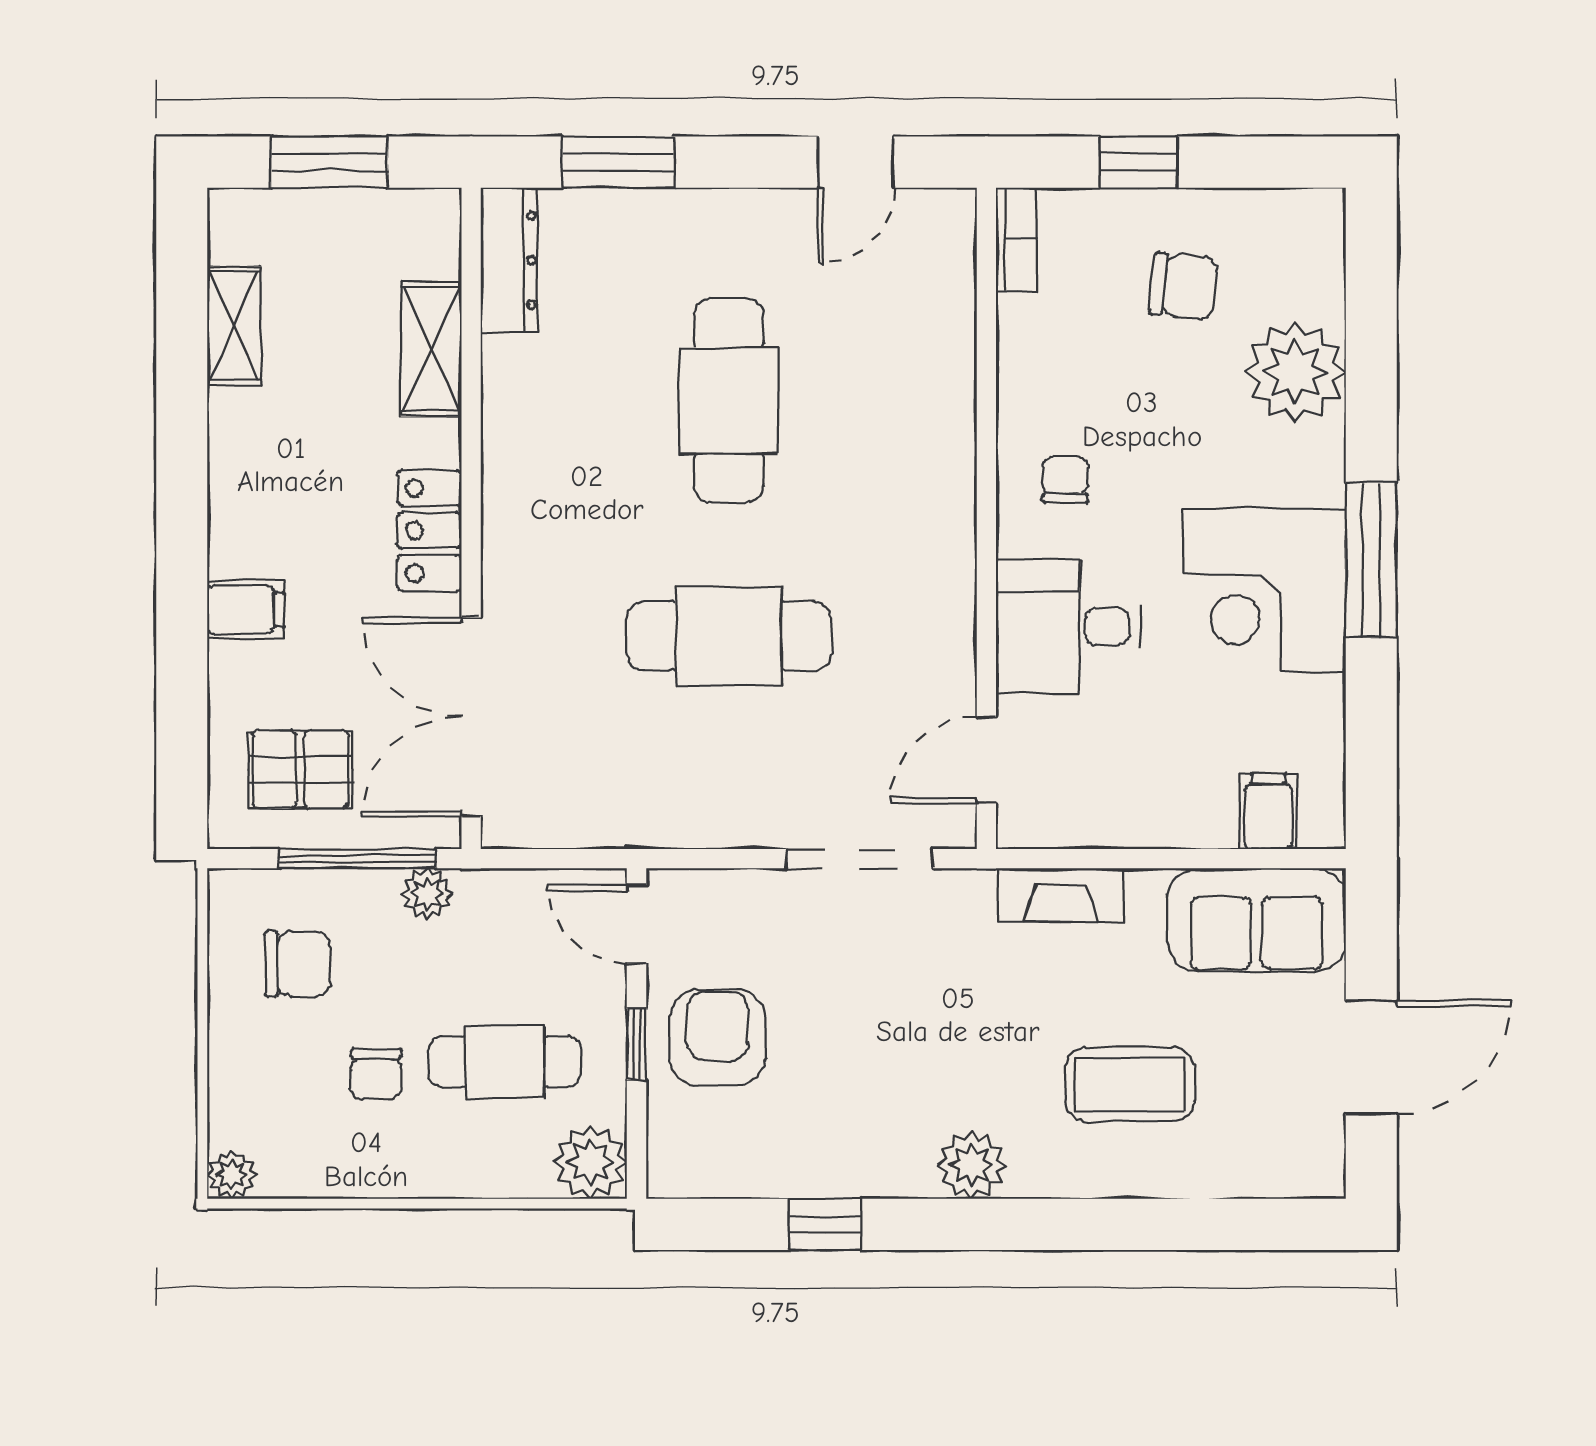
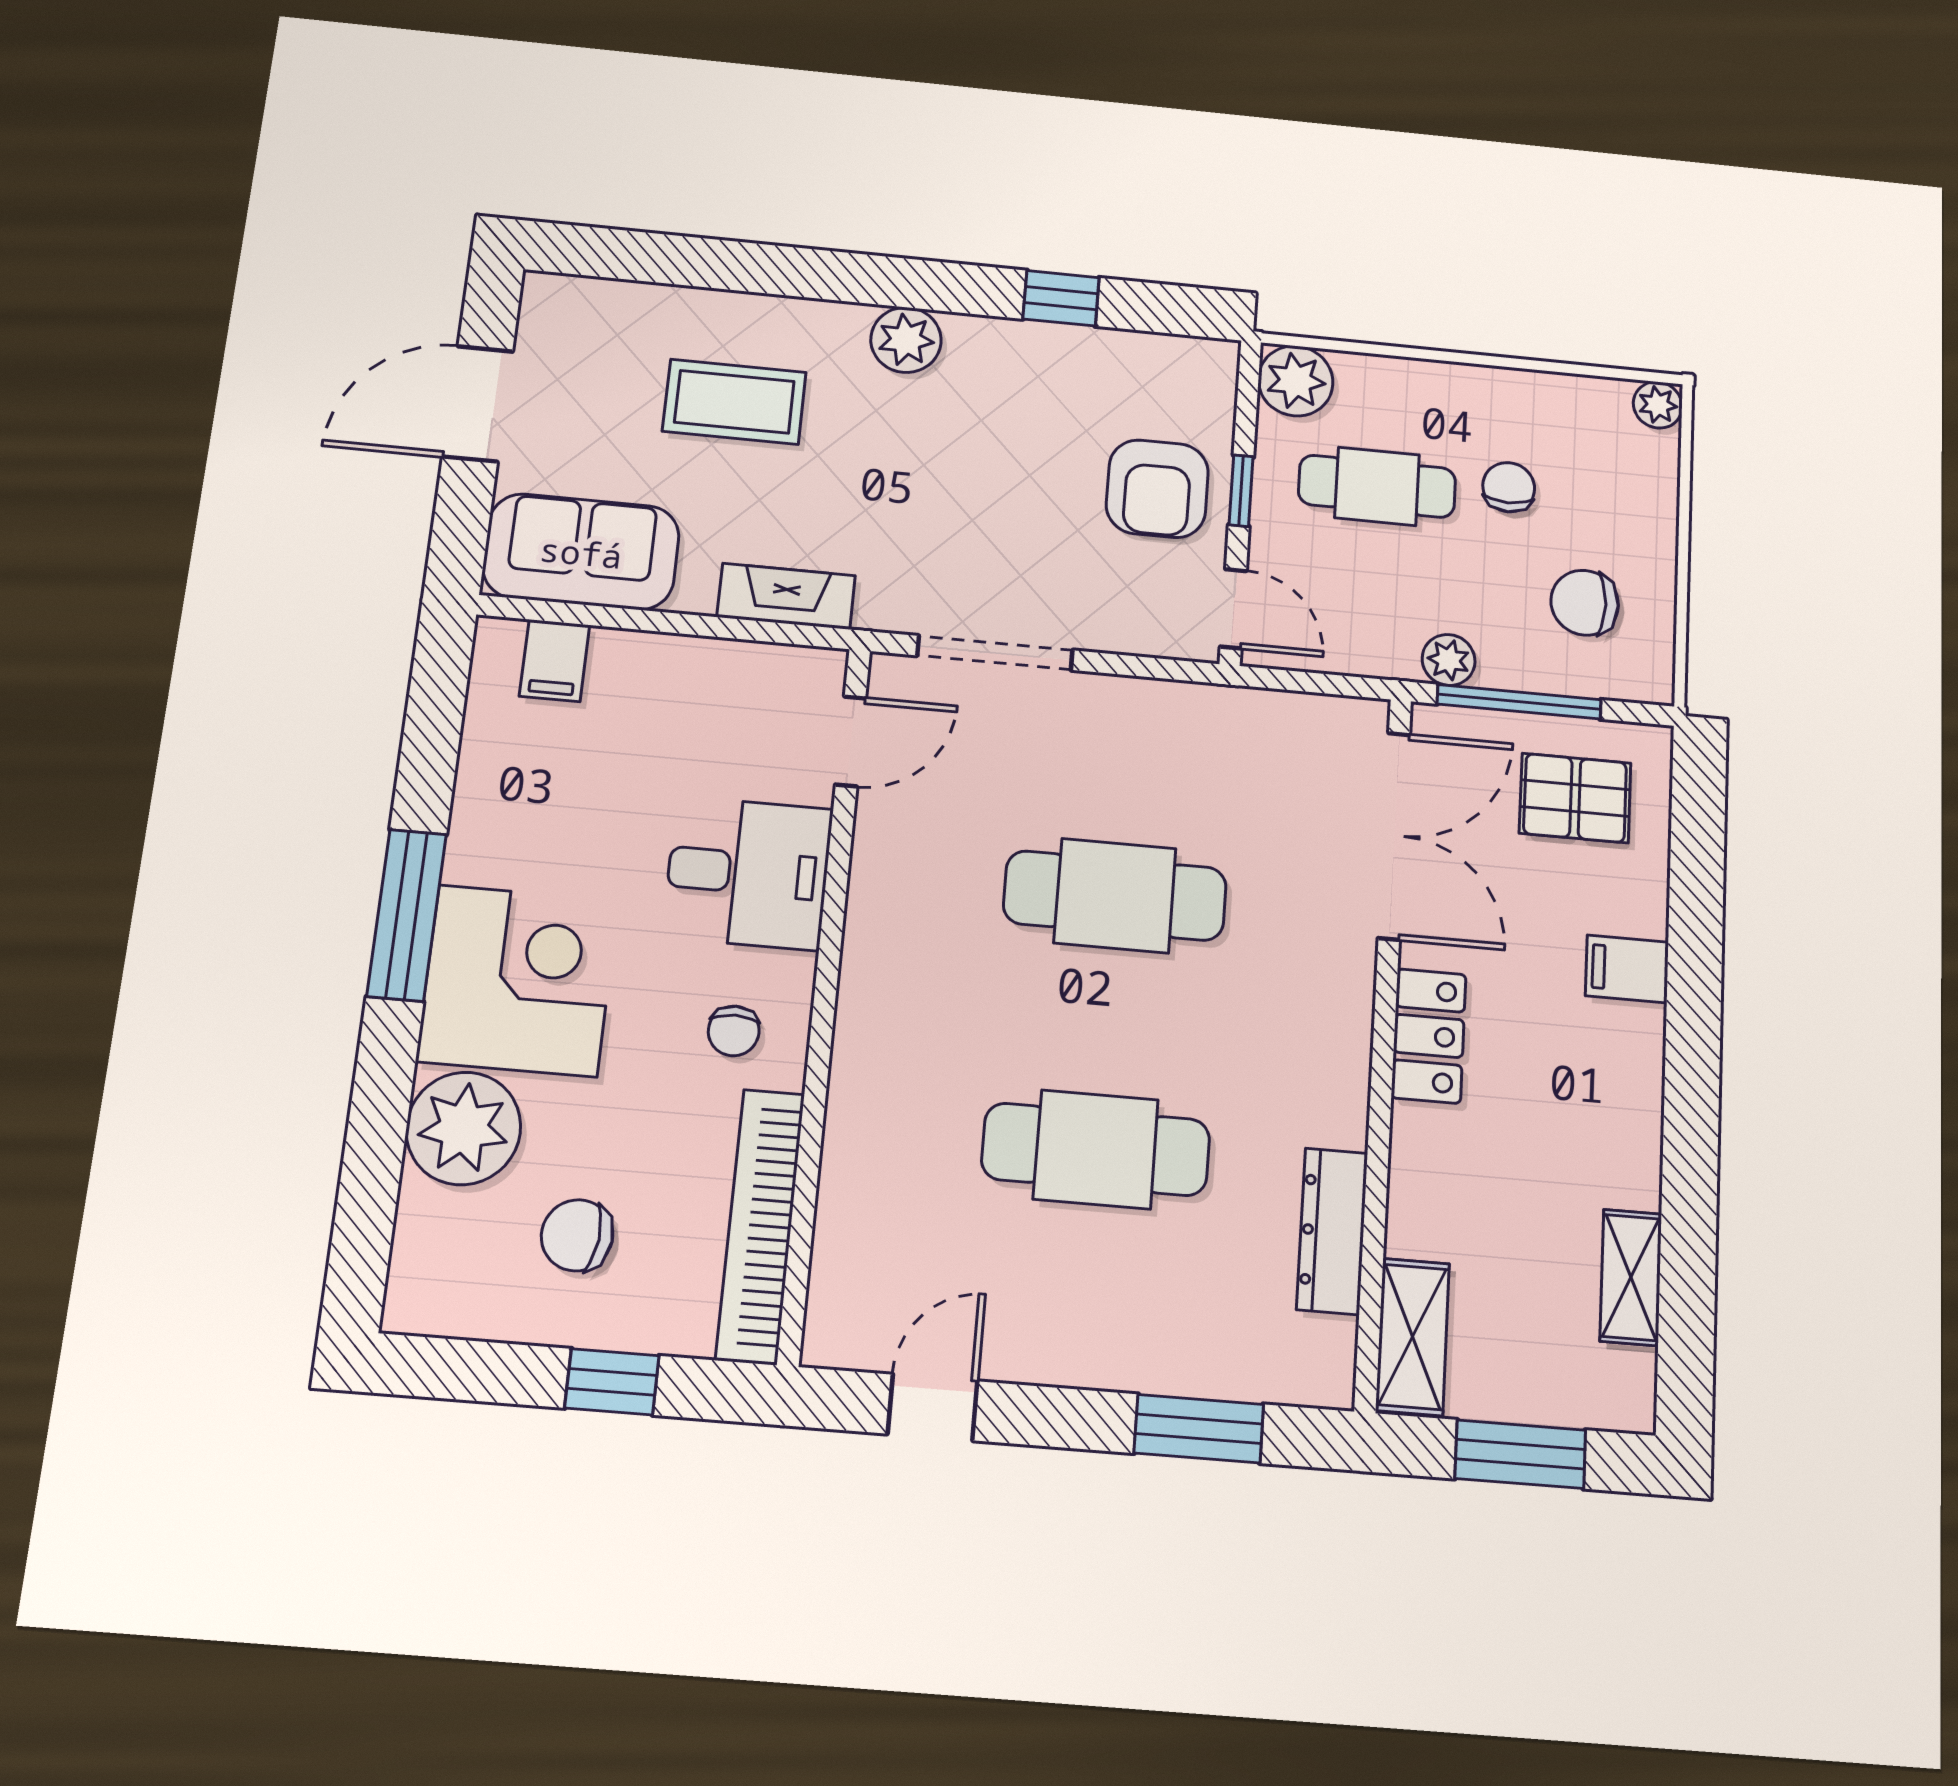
bookcase: (1017, 239) -> (760, 1226), width x2.31, depth x1.31
dresser: (509, 260) -> (1332, 1231), moved
shelving: (431, 349) -> (1413, 1337), moved
cafe table: (729, 401) -> (1096, 1149), turned 90
corner desk: (1264, 590) -> (518, 980), moved

